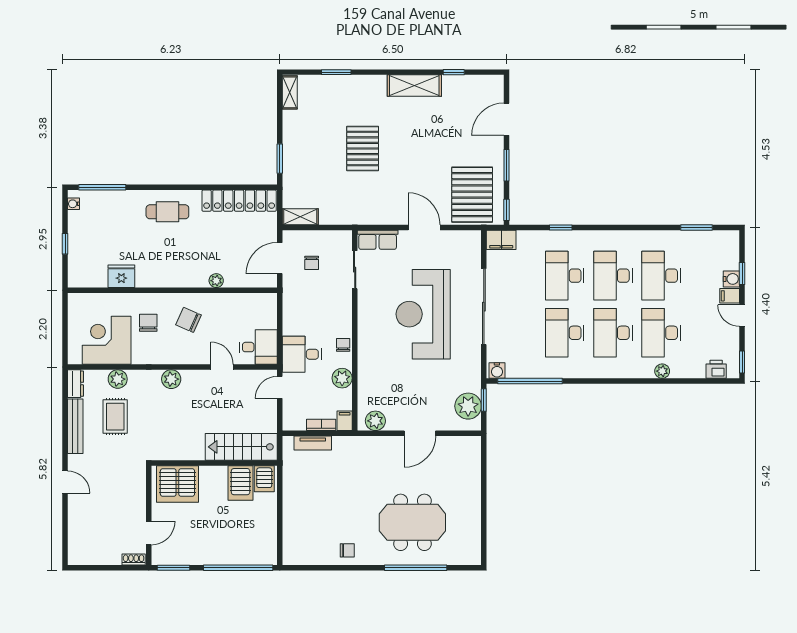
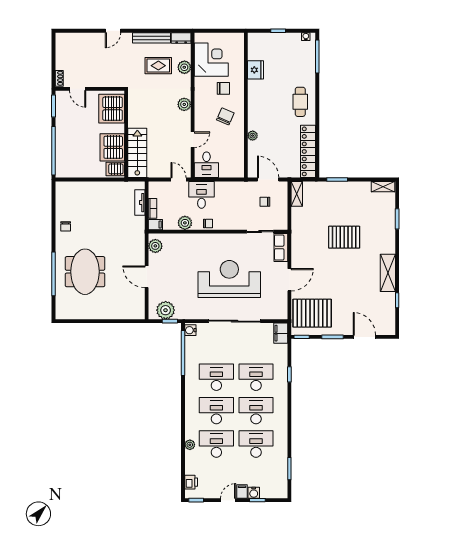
server rack: (241, 483) -> (112, 147), width x1.60

